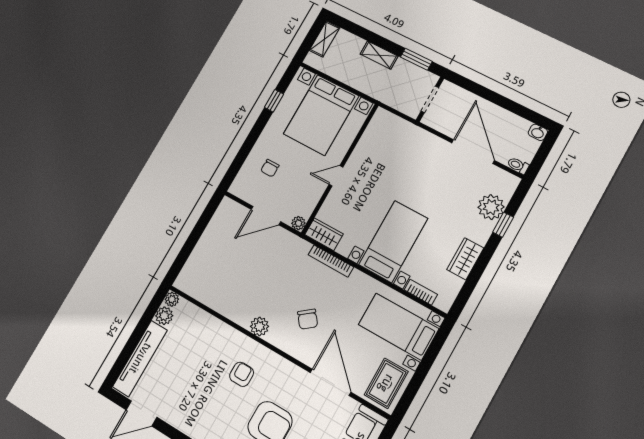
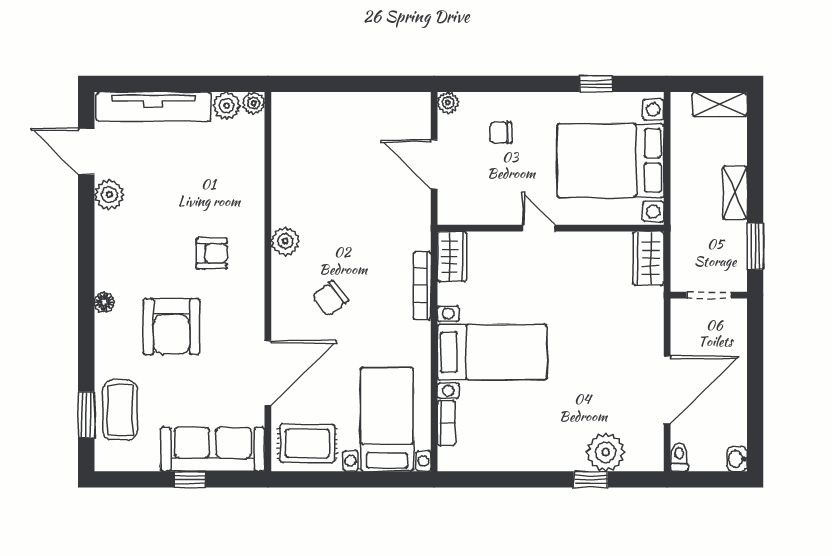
plant: (298, 223) -> (448, 103), moved
wardrobe: (465, 259) -> (648, 258), moved, turned -90
plant: (173, 415) -> (109, 195), added

